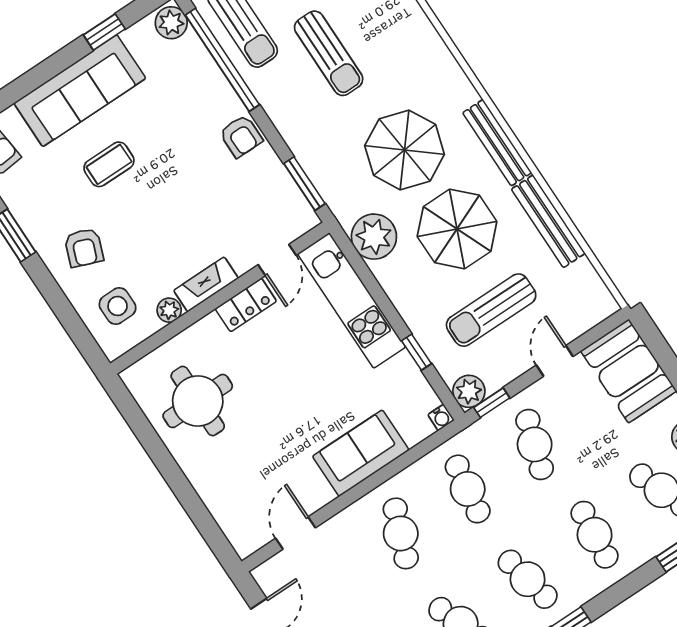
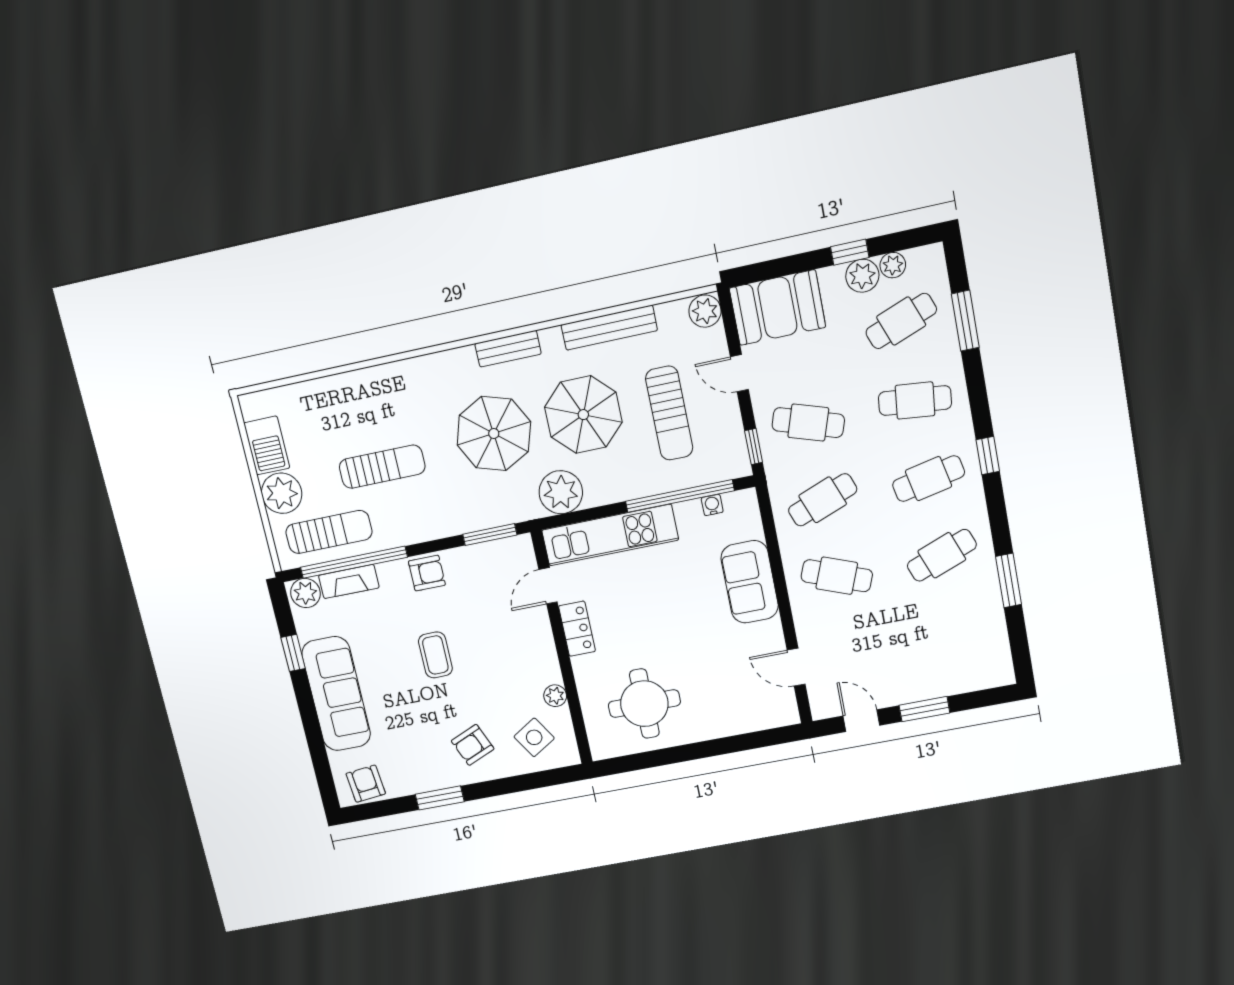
bench: (497, 143) -> (508, 349), width x0.73
coffee table: (109, 164) -> (435, 655), moved
armchair: (84, 248) -> (473, 745), turned 136
door: (277, 260) -> (548, 586), swing flipped
fireplace: (206, 284) -> (349, 582), moved, turned -90
side table: (118, 306) -> (534, 737), turned -32
window: (416, 352) -> (680, 496), width x3.17
plant: (469, 391) -> (705, 311), moved
water cooler: (441, 417) -> (712, 505), moved, turned -90
cafe table: (468, 489) -> (823, 500), turned -30

